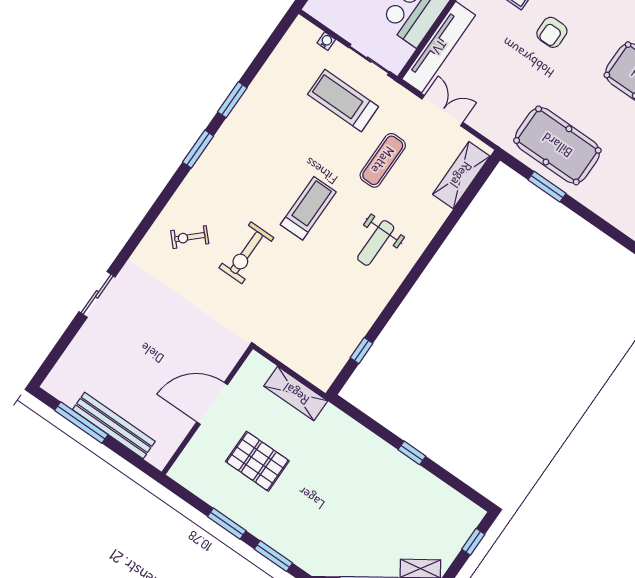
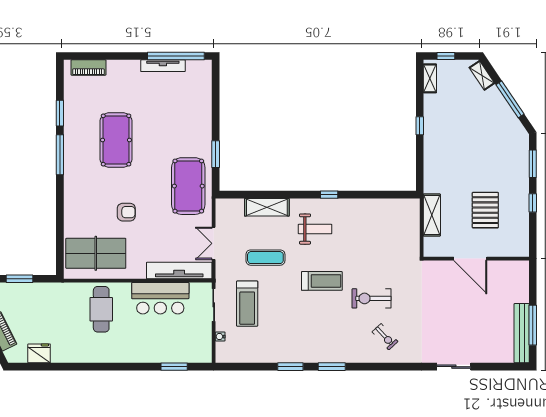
pool table: (557, 145) -> (188, 186), moved
shelving: (461, 175) -> (267, 207), moved
treadmill: (308, 208) -> (322, 281), turned 180
exercise bike: (246, 253) -> (371, 298), turned 180
window: (361, 351) -> (329, 195), moved
bench: (114, 426) -> (522, 333), moved
shelving: (460, 504) -> (430, 78), added
window: (227, 524) -> (533, 203), width x0.67

